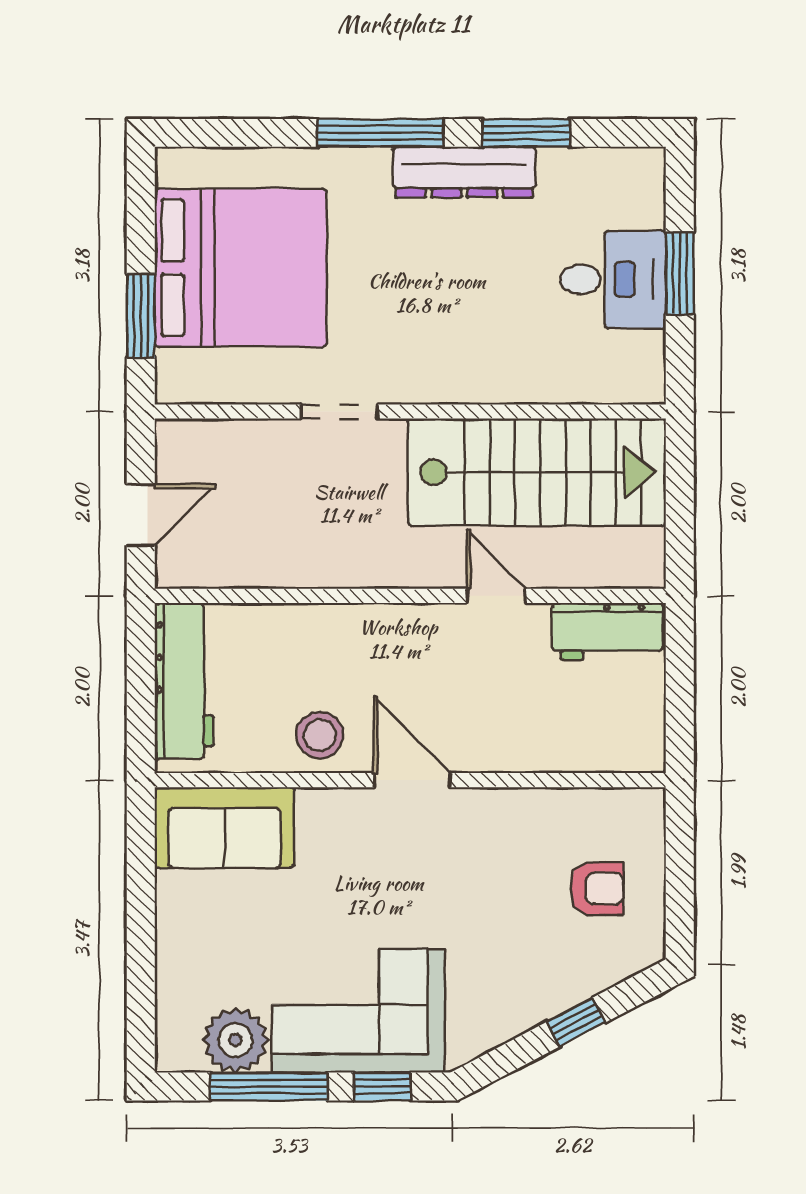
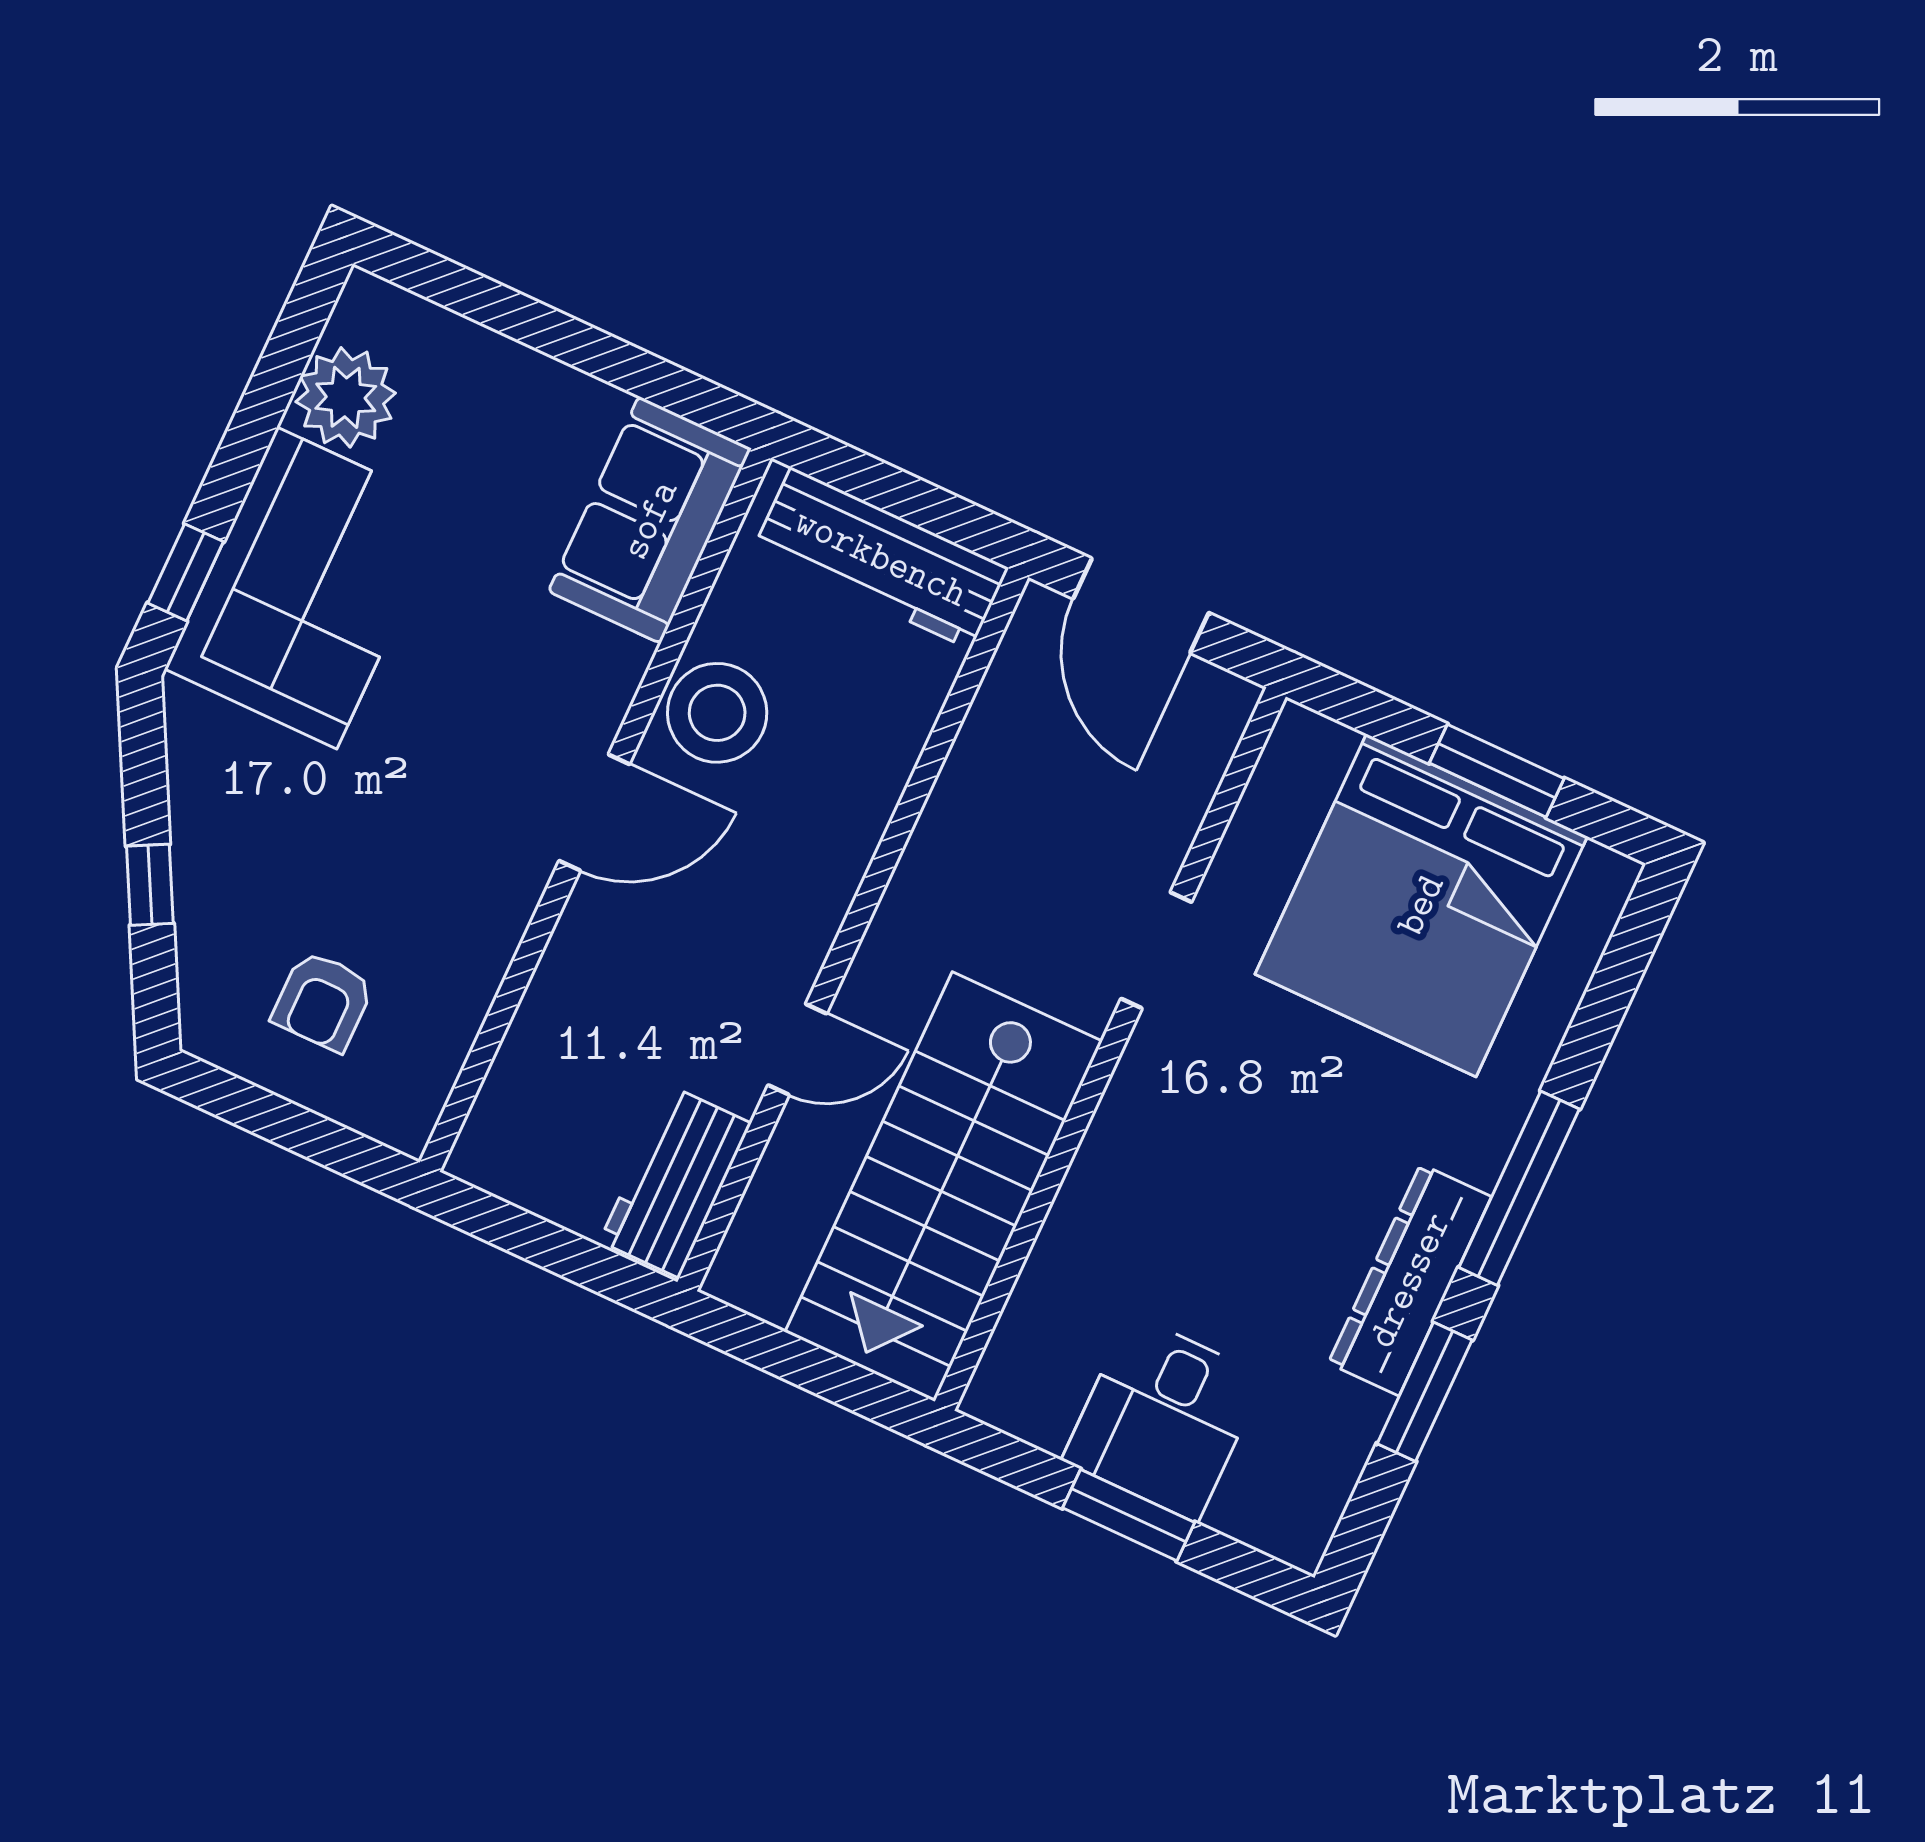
window: (141, 316) -> (1497, 771), moved
door: (141, 515) -> (1141, 606), width x1.38
stool: (320, 735) -> (717, 713), width x1.38, depth x1.38
window: (269, 1087) -> (259, 414), removed

